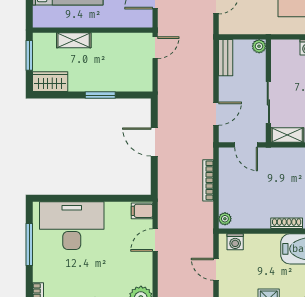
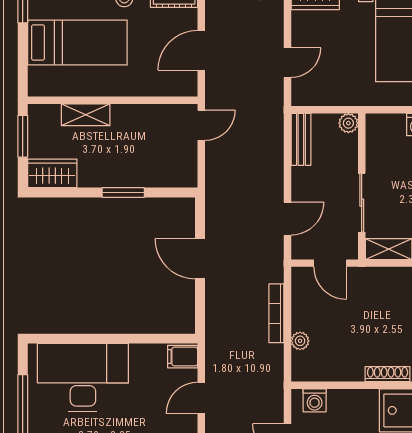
plant: (225, 219) -> (300, 341), moved

